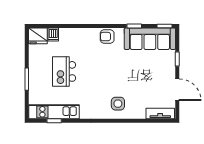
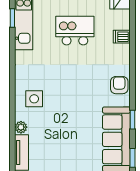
dishwasher: (53, 34) -> (122, 37), moved
plant: (140, 114) -> (21, 127), added

